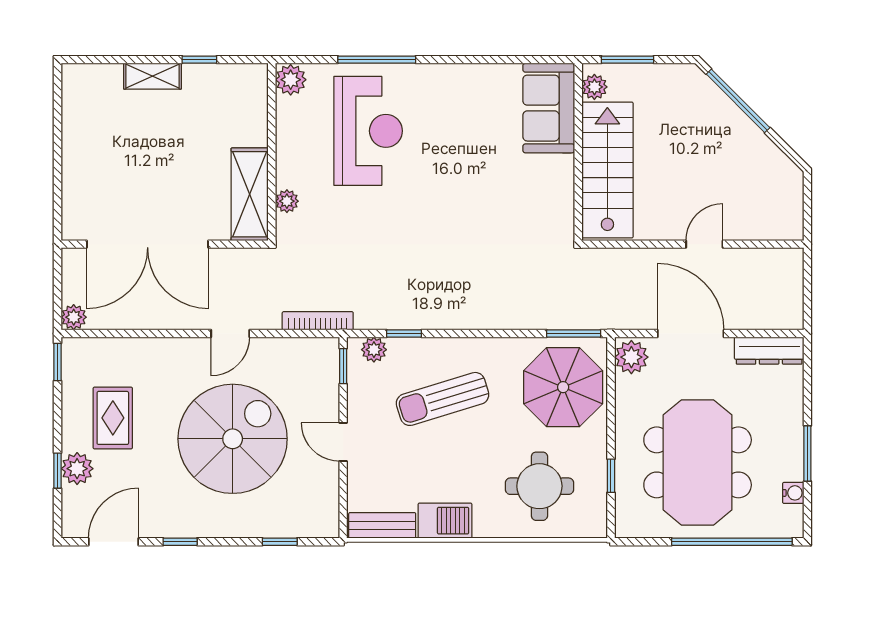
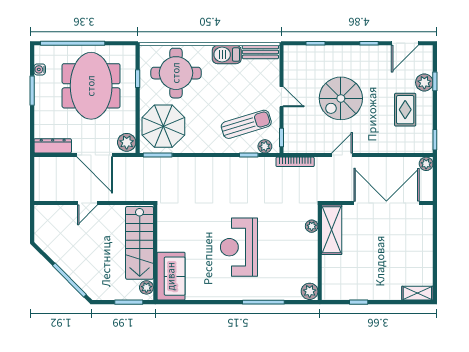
shelving: (152, 76) -> (417, 293), moved
reception desk: (368, 131) -> (239, 247), moved
sun lounger: (443, 399) -> (246, 124), moved
spiral stairs: (233, 439) -> (341, 98), width x0.73, depth x0.73
round table: (539, 486) -> (176, 73), width x1.36, depth x1.36

